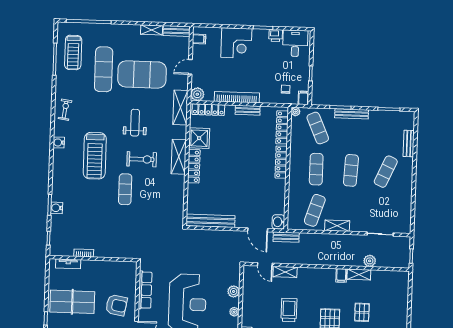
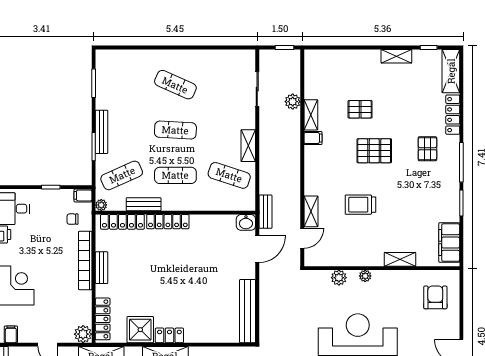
bookcase: (237, 97) -> (85, 261), moved
bench: (409, 144) -> (144, 204), moved
locker: (194, 166) -> (169, 335), width x0.66

